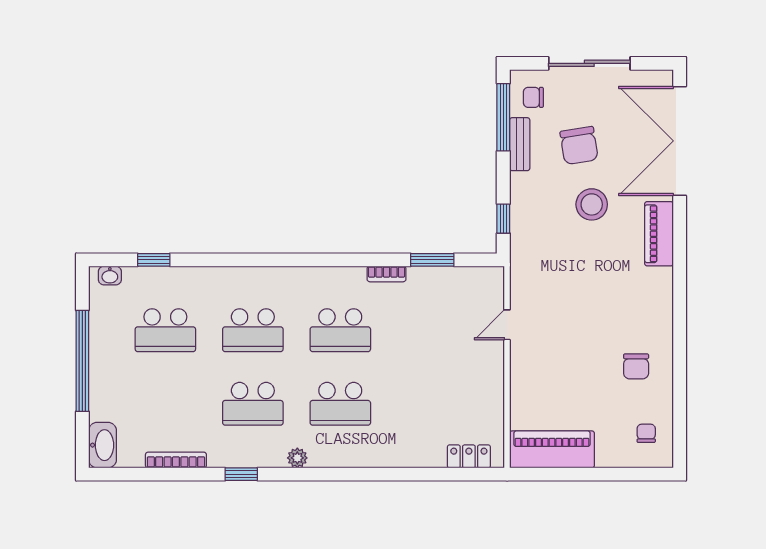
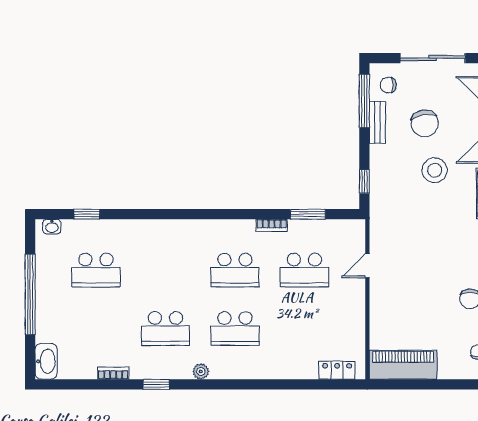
school desk: (253, 330) -> (304, 270), moved
bookcase: (176, 460) -> (113, 373), width x0.64

